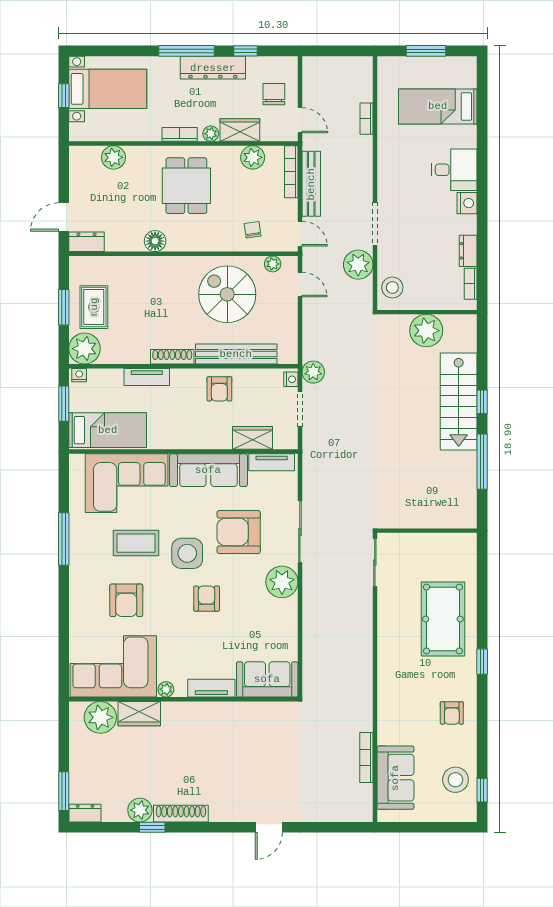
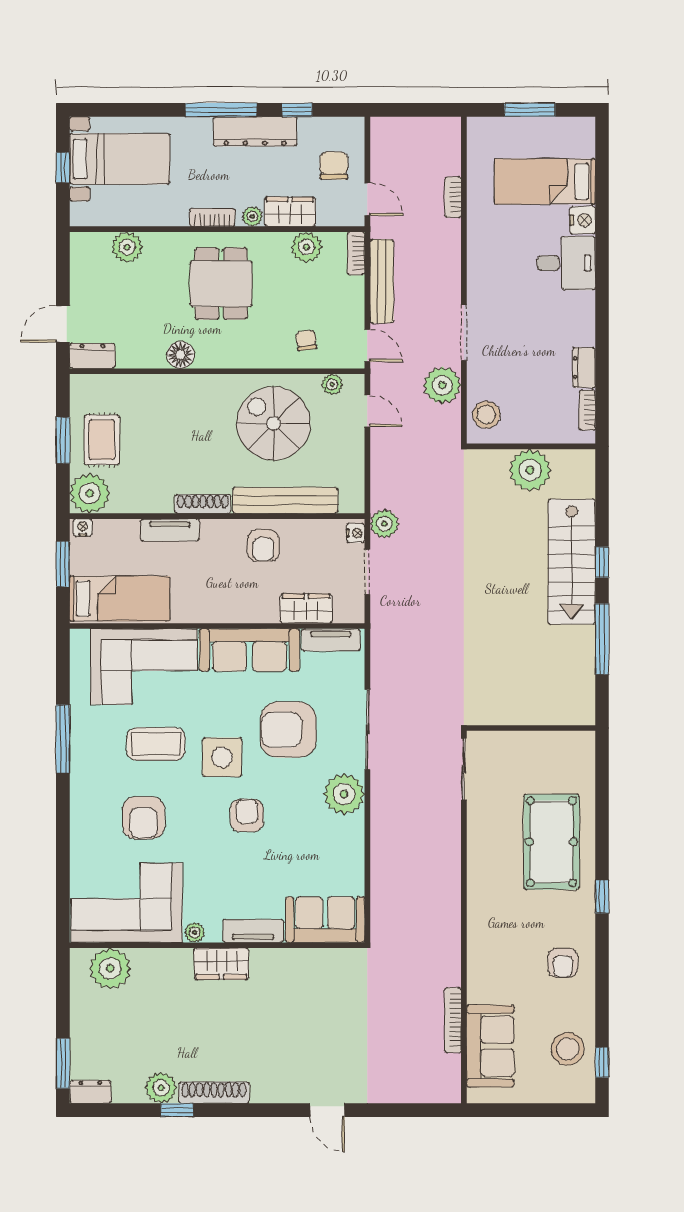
bookcase: (291, 172) -> (356, 253), width x0.64
nightstand: (467, 203) -> (583, 220), moved
wardrobe: (139, 714) -> (221, 964), moved
door: (269, 827) -> (327, 1110), hinge flipped

